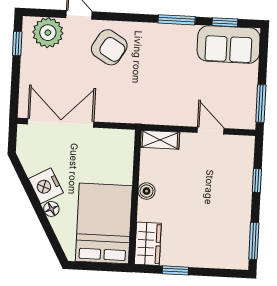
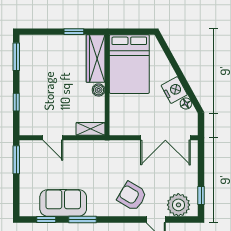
sofa: (229, 44) -> (63, 203), moved
floor lamp: (51, 209) -> (186, 104), moved
wardrobe: (148, 244) -> (96, 59), width x1.50

